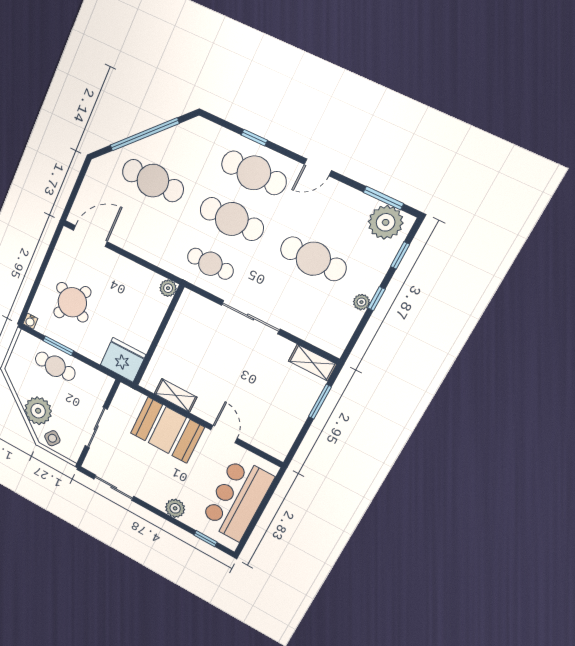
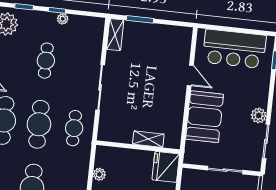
cafe table: (313, 259) -> (46, 61), width x0.73, depth x0.74
plant: (168, 288) -> (99, 174), moved
shelving: (176, 395) -> (148, 139), moved, turned 90
door: (224, 434) -> (190, 75), swing flipped
plant: (175, 508) -> (259, 116), moved

